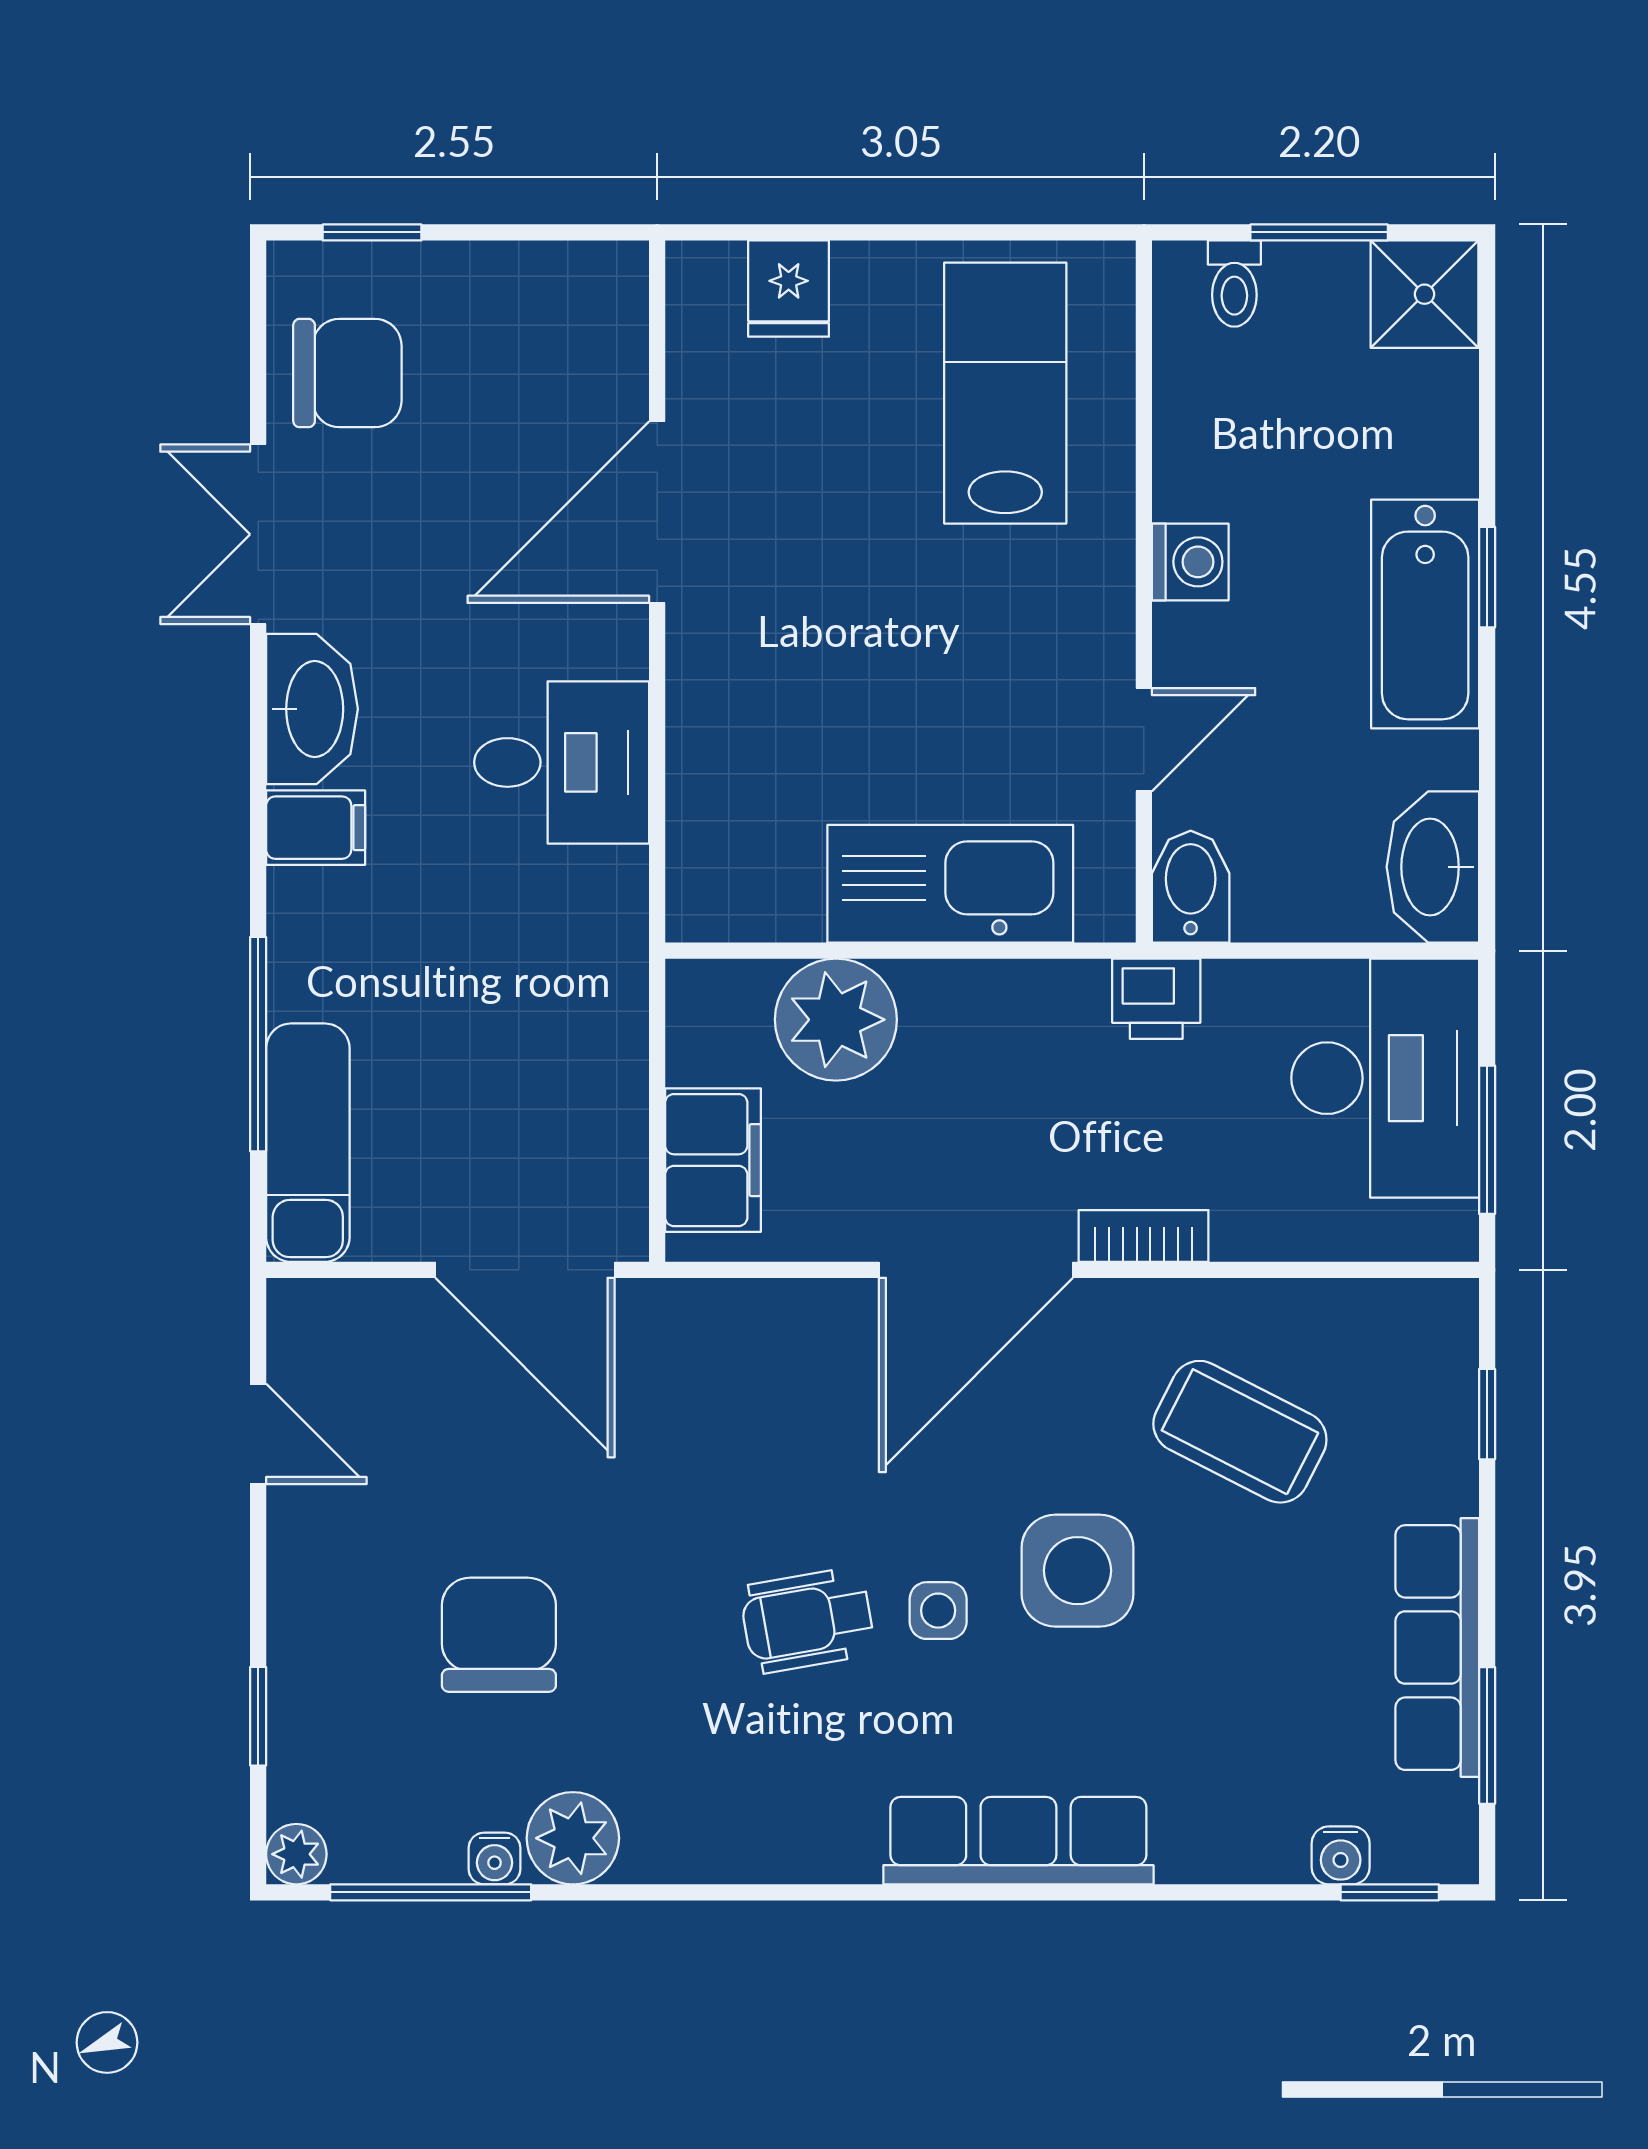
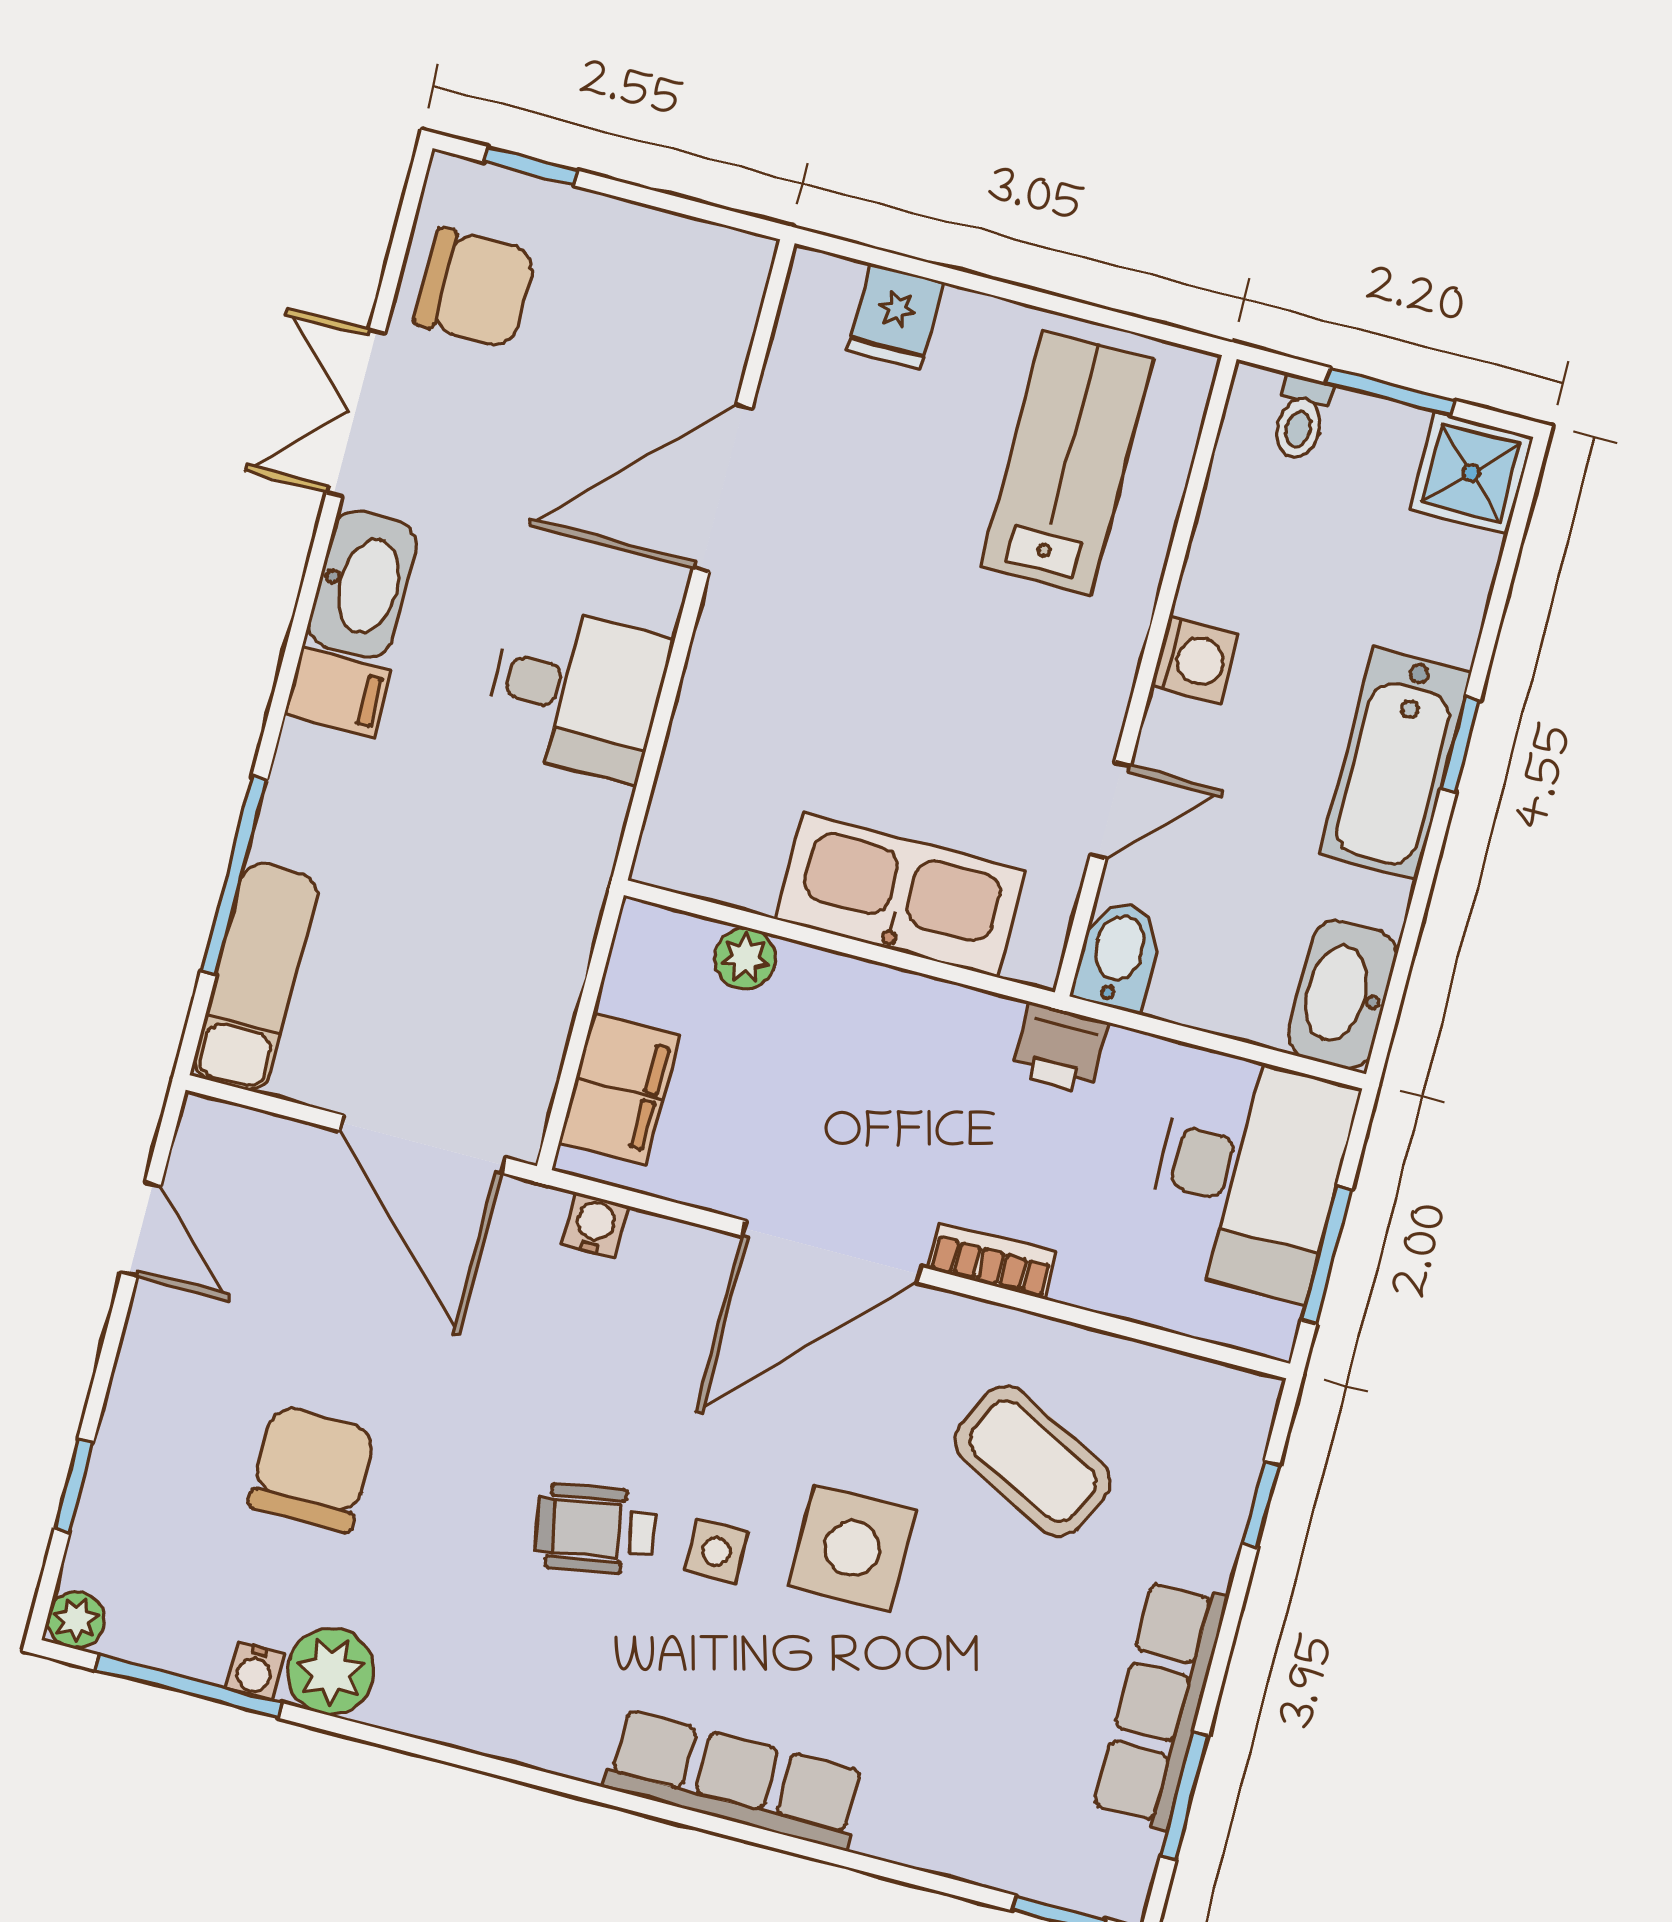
plant: (836, 1020) -> (745, 958), width x0.53, depth x0.53
water cooler: (1341, 1855) -> (595, 1225), moved, turned 180

